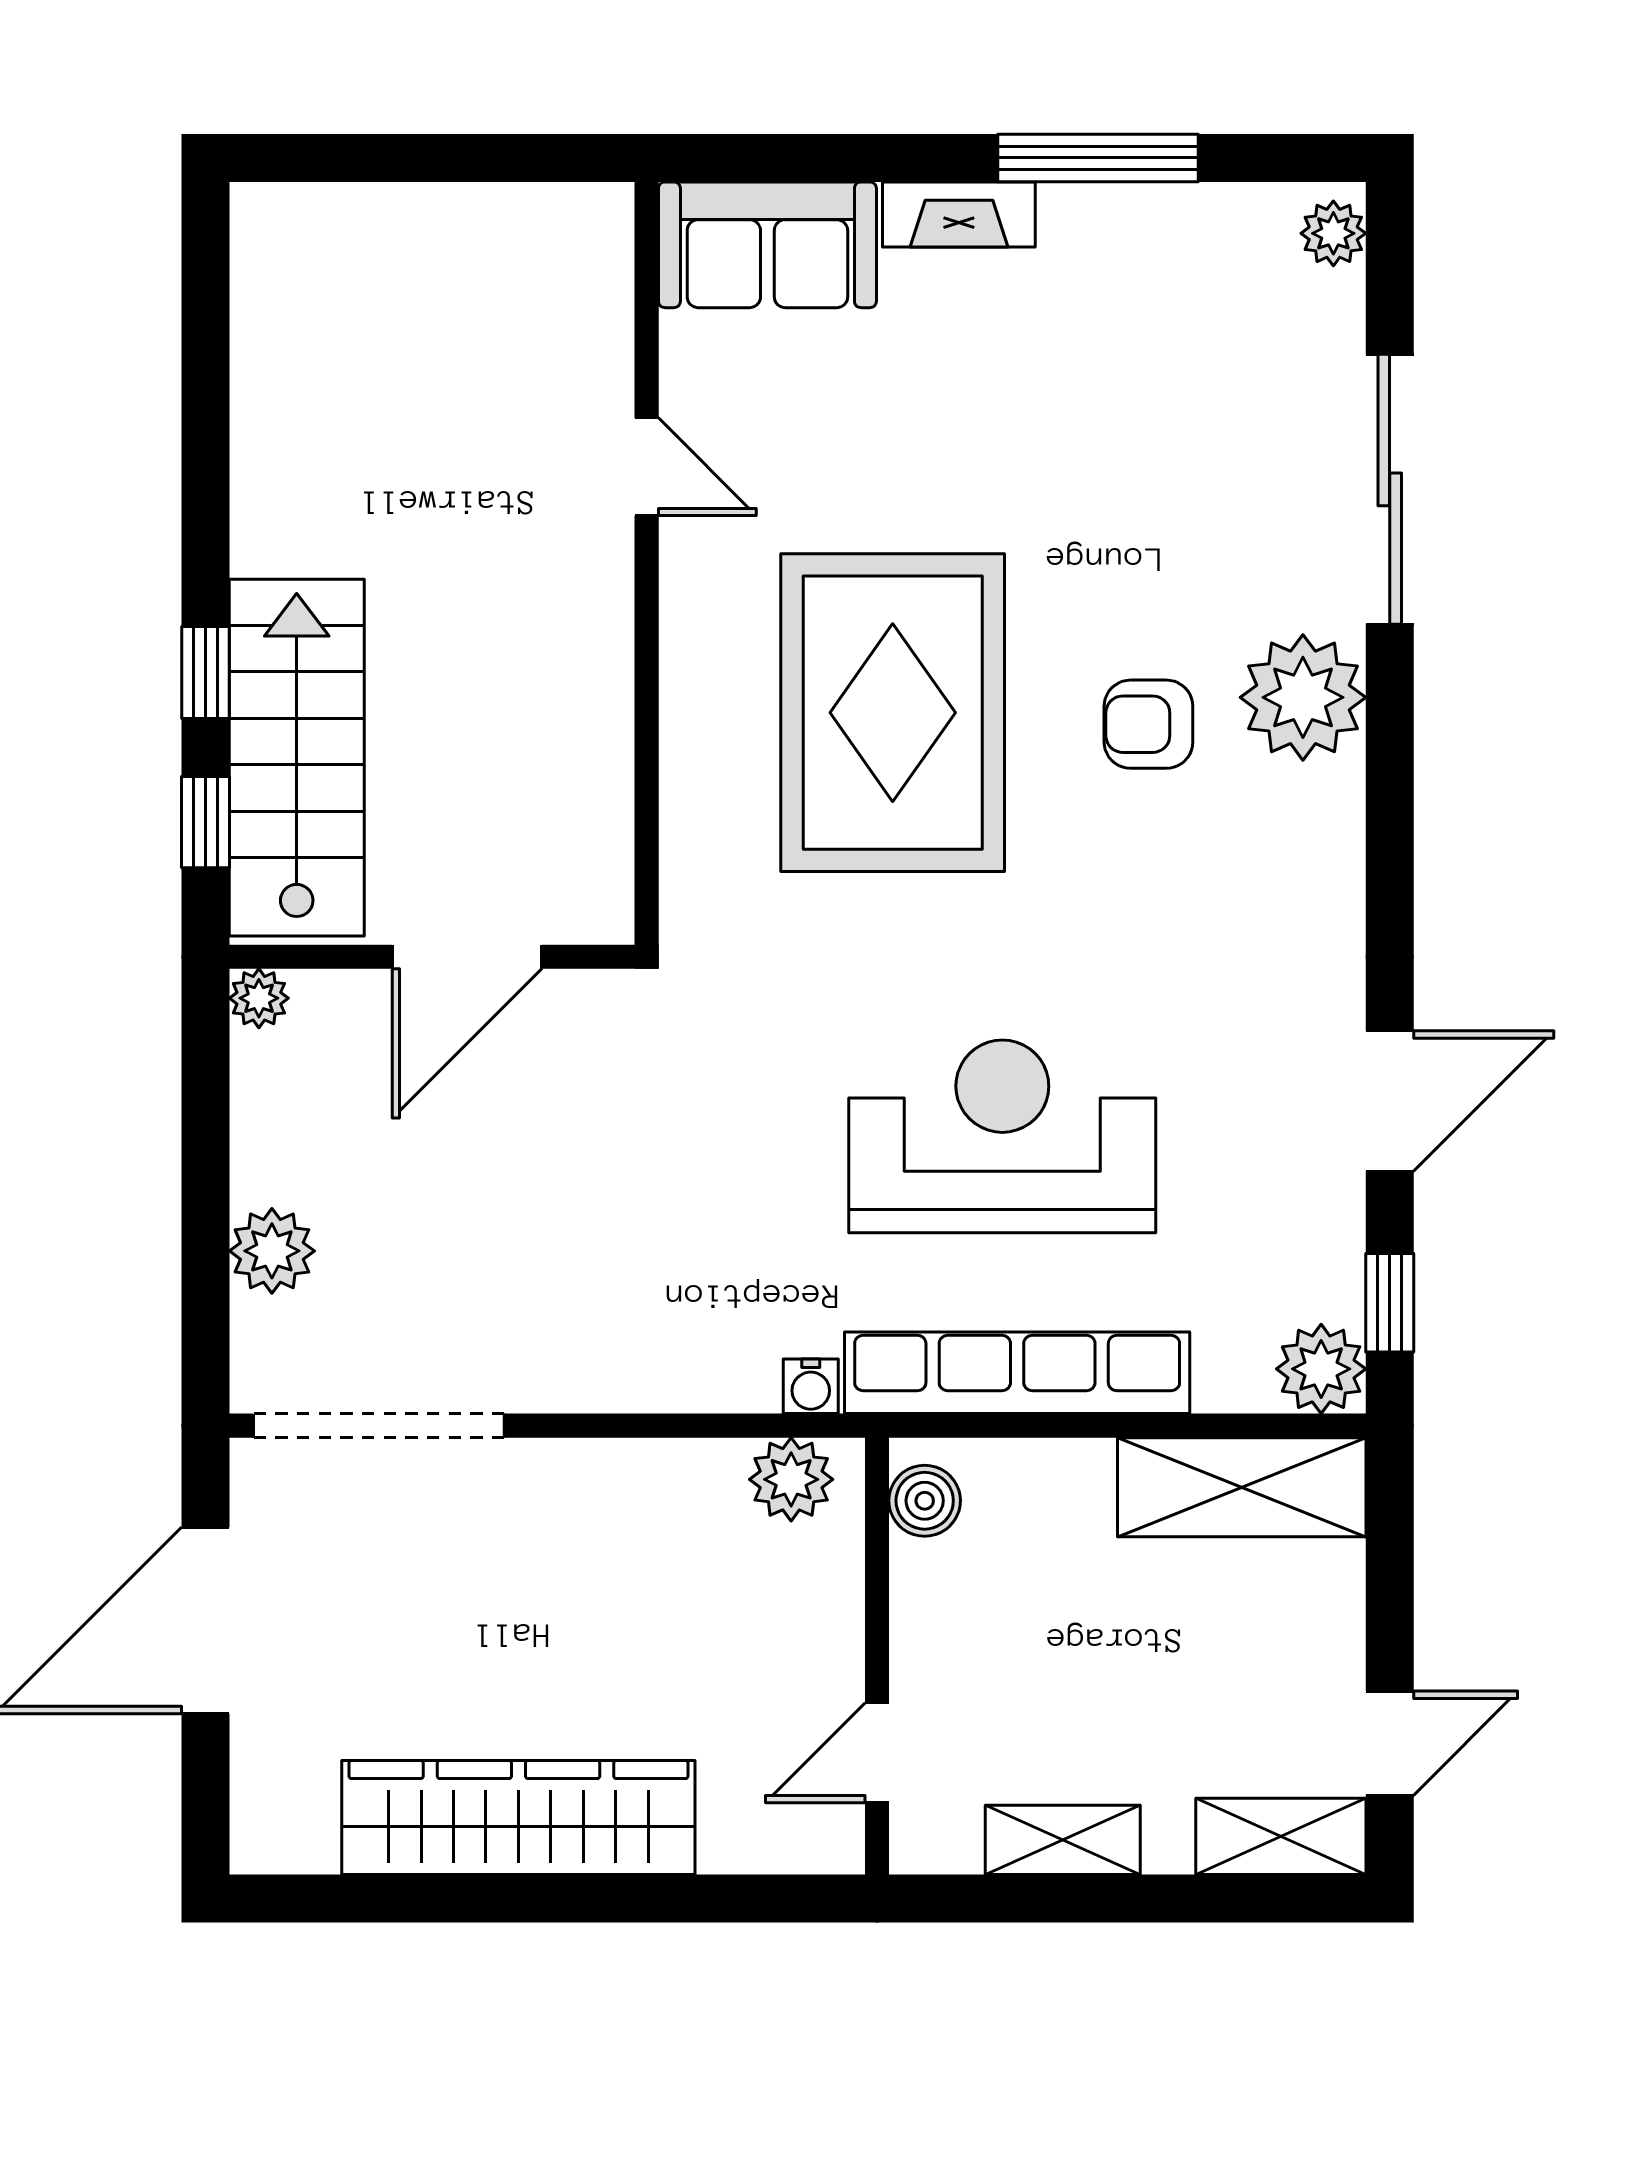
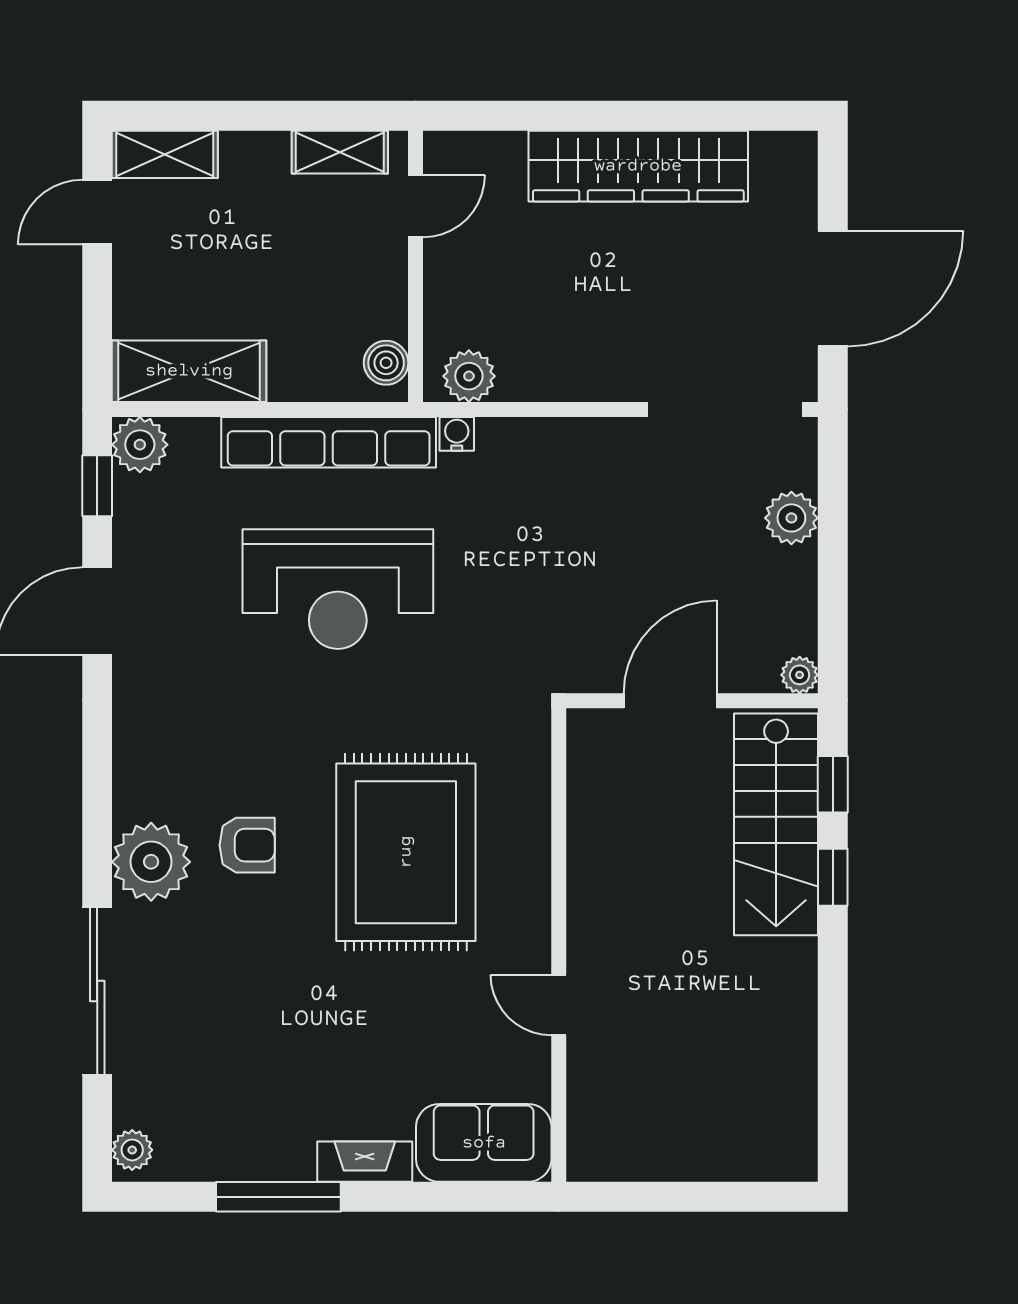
shelving: (1063, 1840) -> (340, 152), moved

